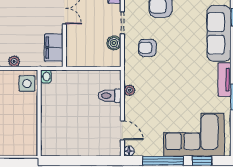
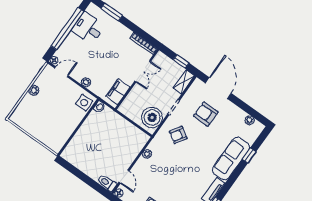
boiler: (114, 43) -> (152, 117), width x1.86, depth x1.86
armchair: (147, 48) -> (178, 135), turned -58
toilet: (109, 96) -> (107, 183), moved

